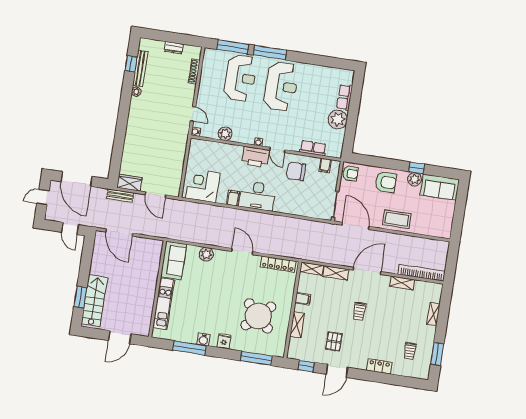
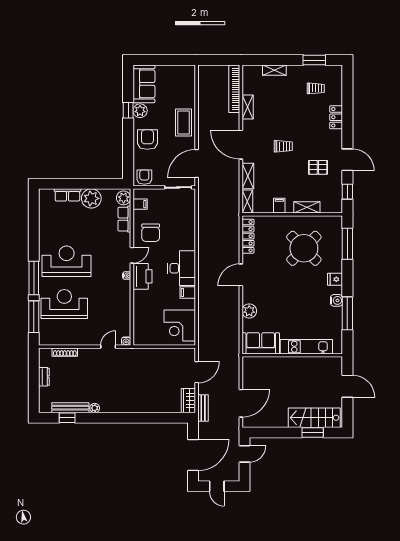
plant: (225, 134) -> (124, 198), moved

